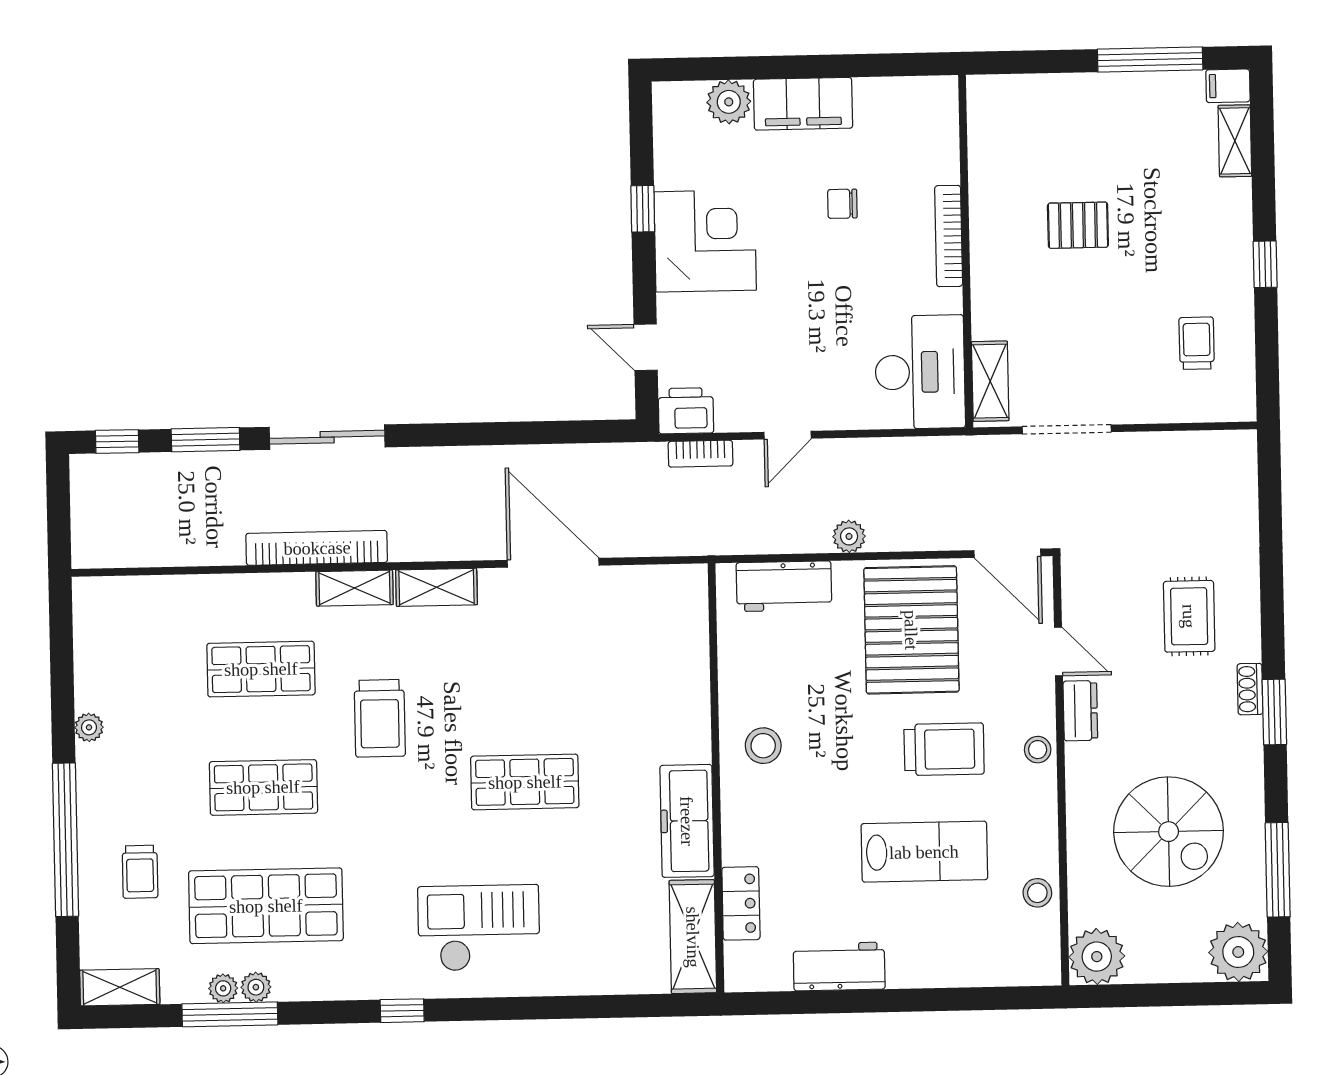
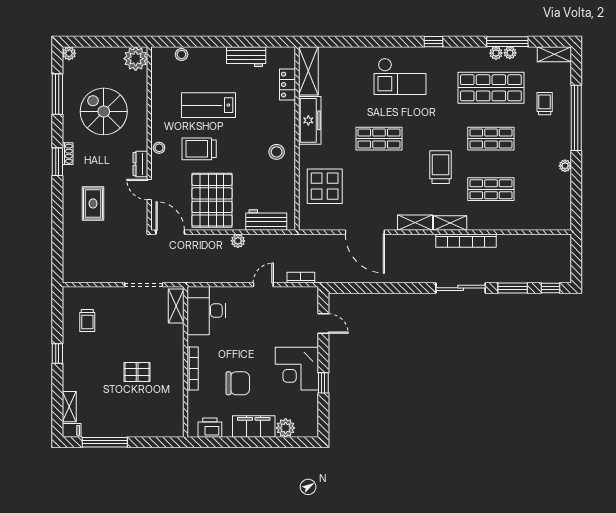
chair: (842, 204) -> (238, 383), width x1.87, depth x1.87
printer: (686, 411) -> (210, 428), moved, turned 180
display table: (649, 668) -> (325, 186), added
shoe rack: (1250, 689) -> (68, 154), moved
stool: (1037, 893) -> (181, 54), moved
plant: (1238, 952) -> (69, 53), width x0.53, depth x0.53

